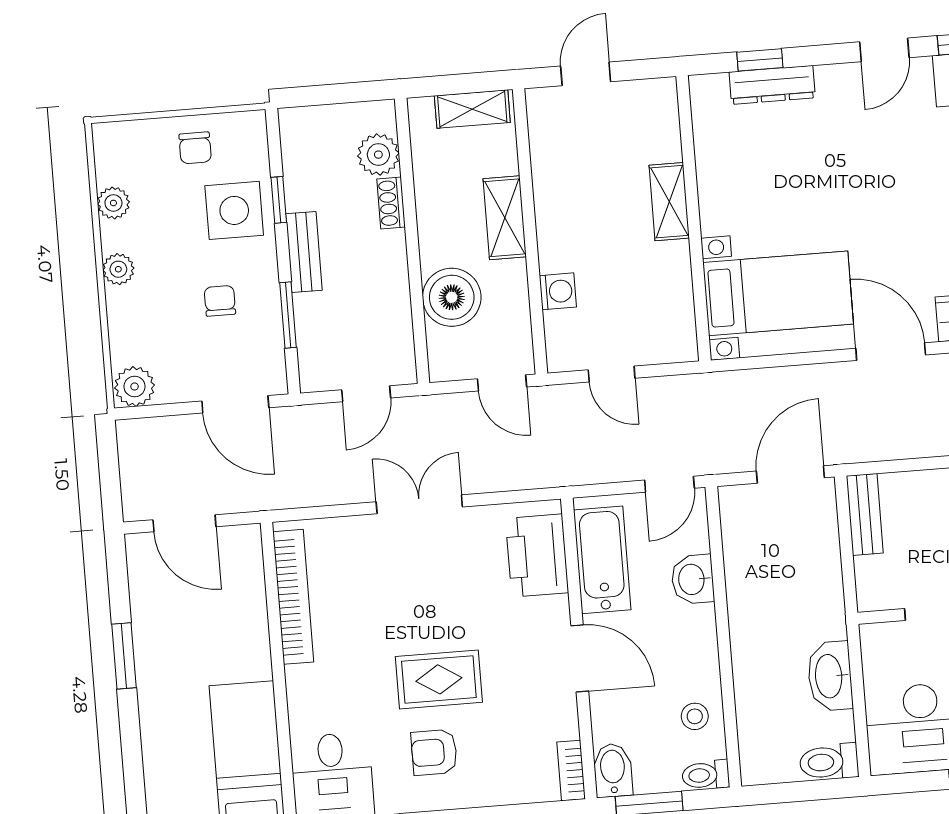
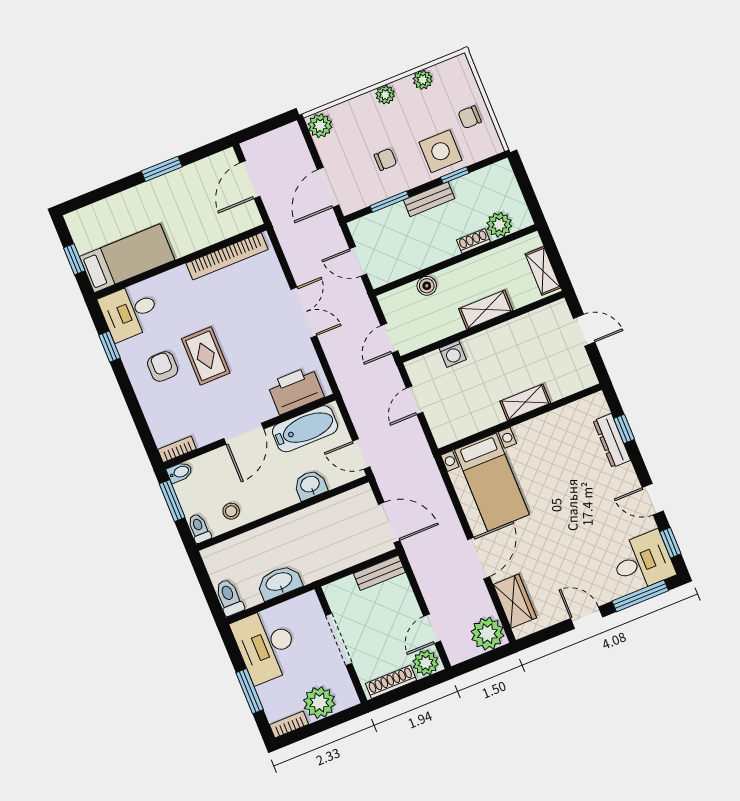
boiler: (452, 297) -> (427, 286), width x0.54, depth x0.54
bidet: (613, 770) -> (180, 472), width x0.72, depth x0.74

